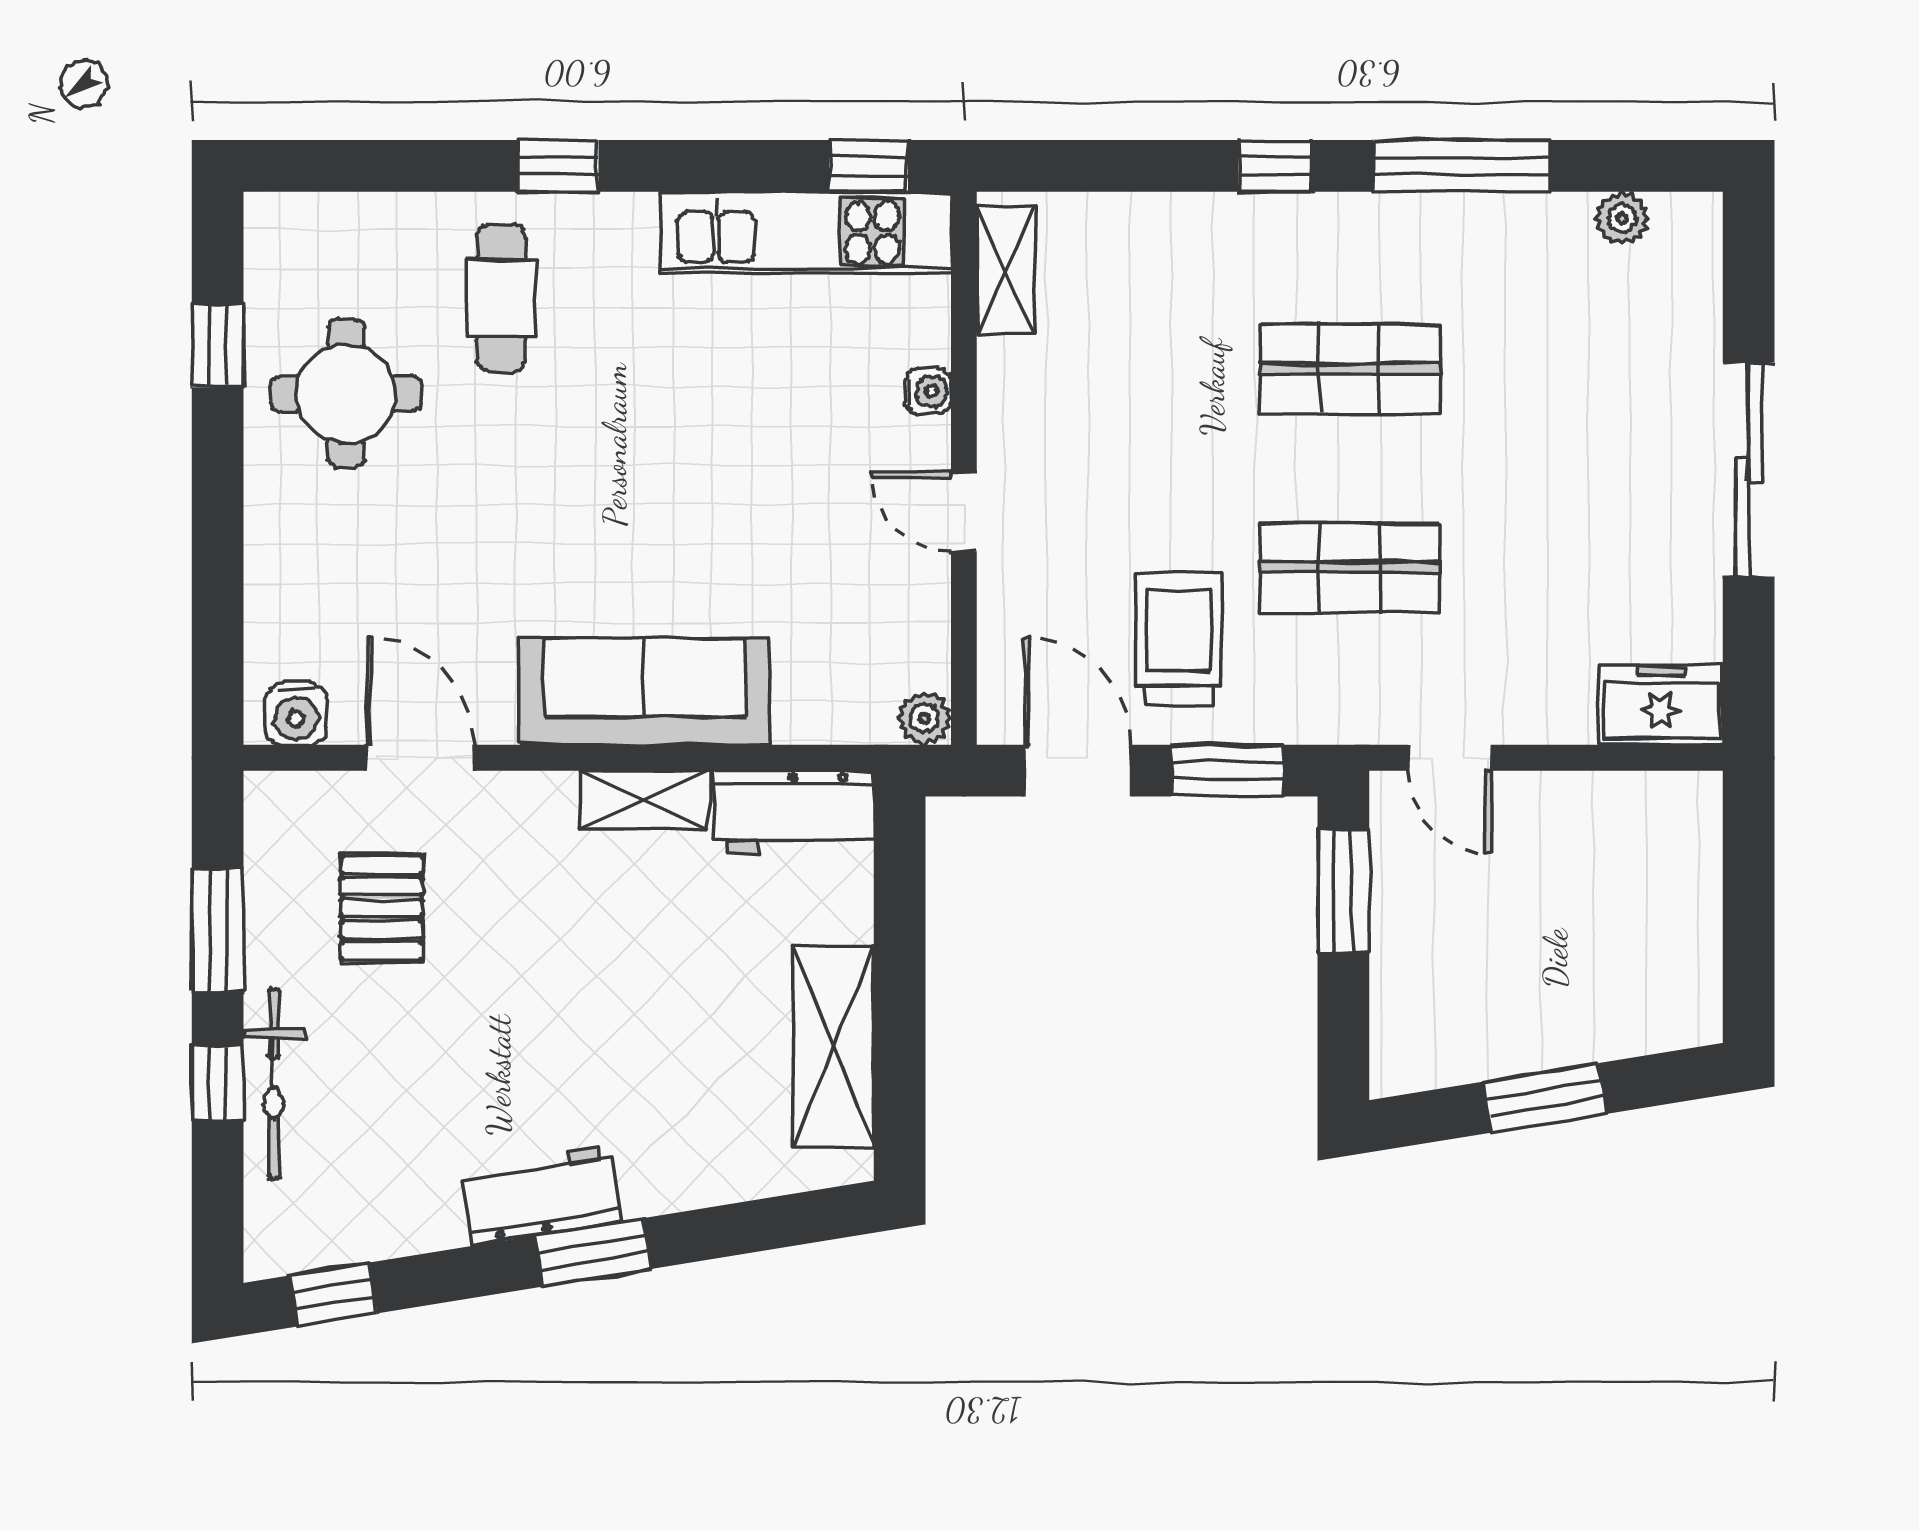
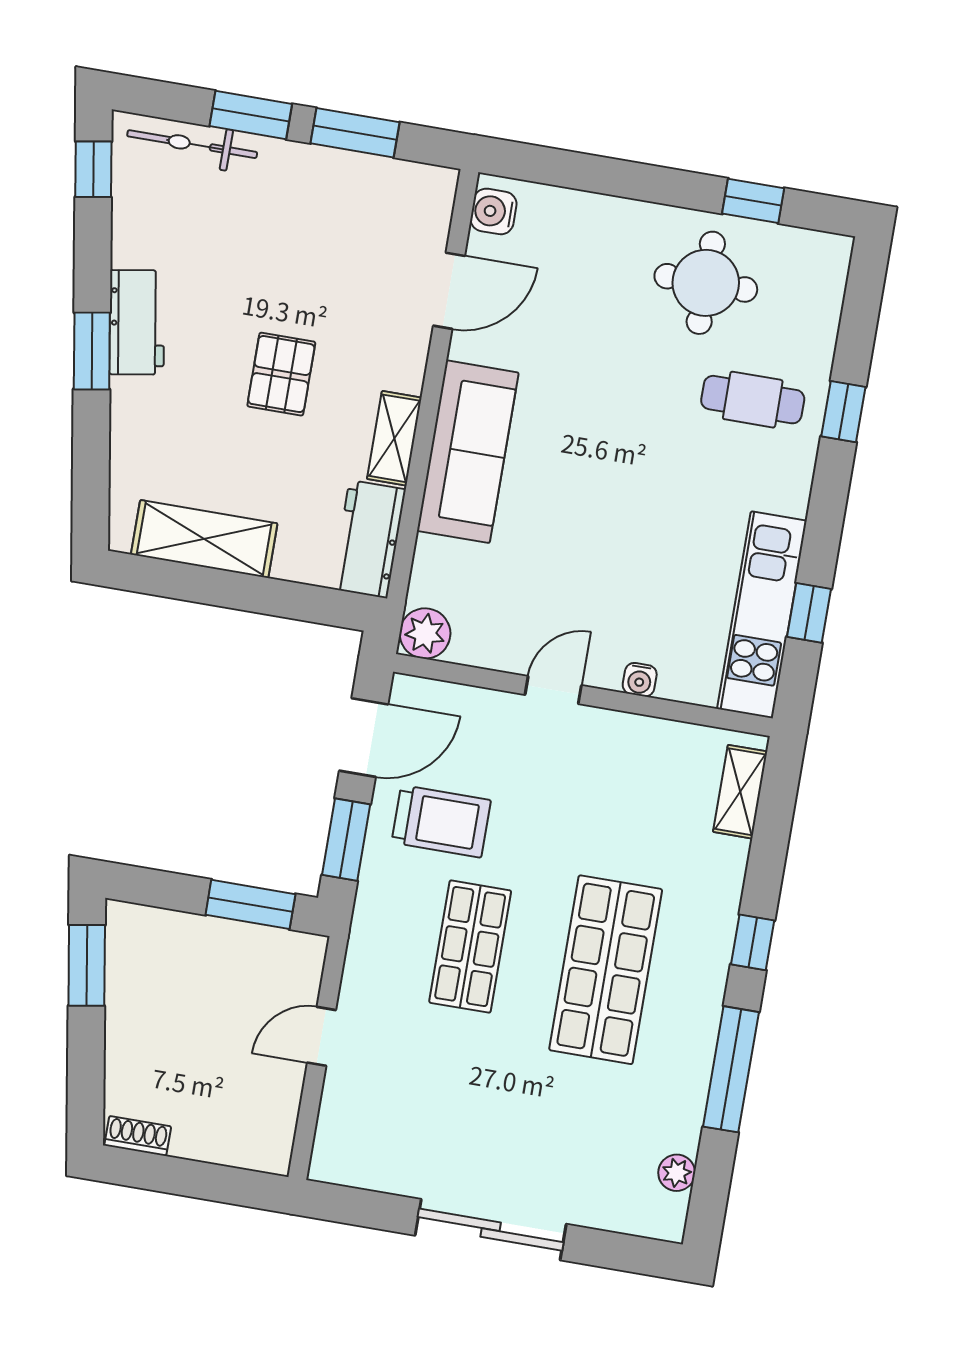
window: (558, 166) -> (843, 412), moved
window: (869, 166) -> (809, 613), moved
shelving: (1006, 270) -> (740, 792), moved, turned 90
shop shelf: (1350, 369) -> (606, 970), width x1.43, depth x1.36
freezer: (1661, 704) -> (341, 1142), removed
plant: (924, 718) -> (425, 633), width x1.38, depth x1.38
door: (1450, 758) -> (322, 1036), moved
pallet: (382, 908) -> (281, 374), moved, turned 90
shoe rack: (1701, 996) -> (138, 1136), added
window: (218, 1083) -> (251, 115), width x1.50
bicycle: (273, 1084) -> (192, 144), moved
window: (1545, 1098) -> (87, 965), moved

